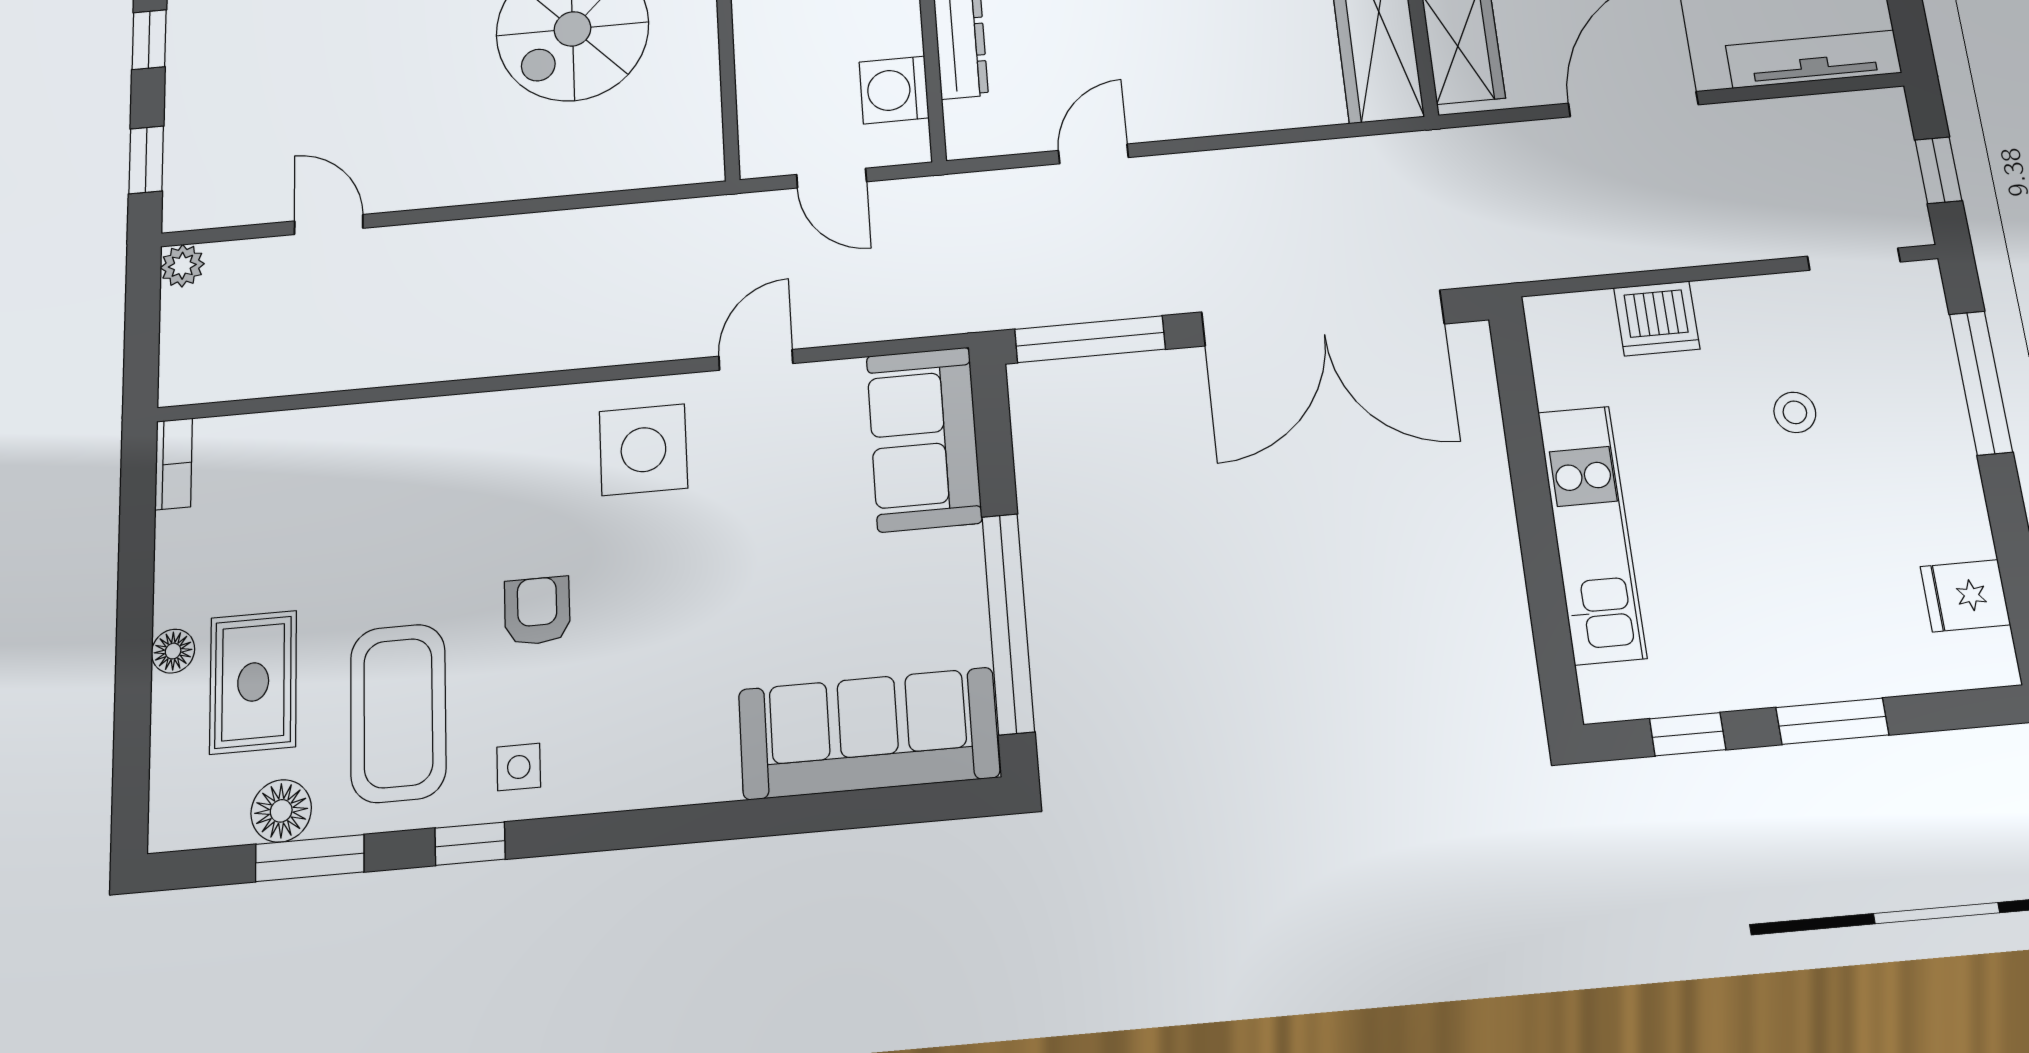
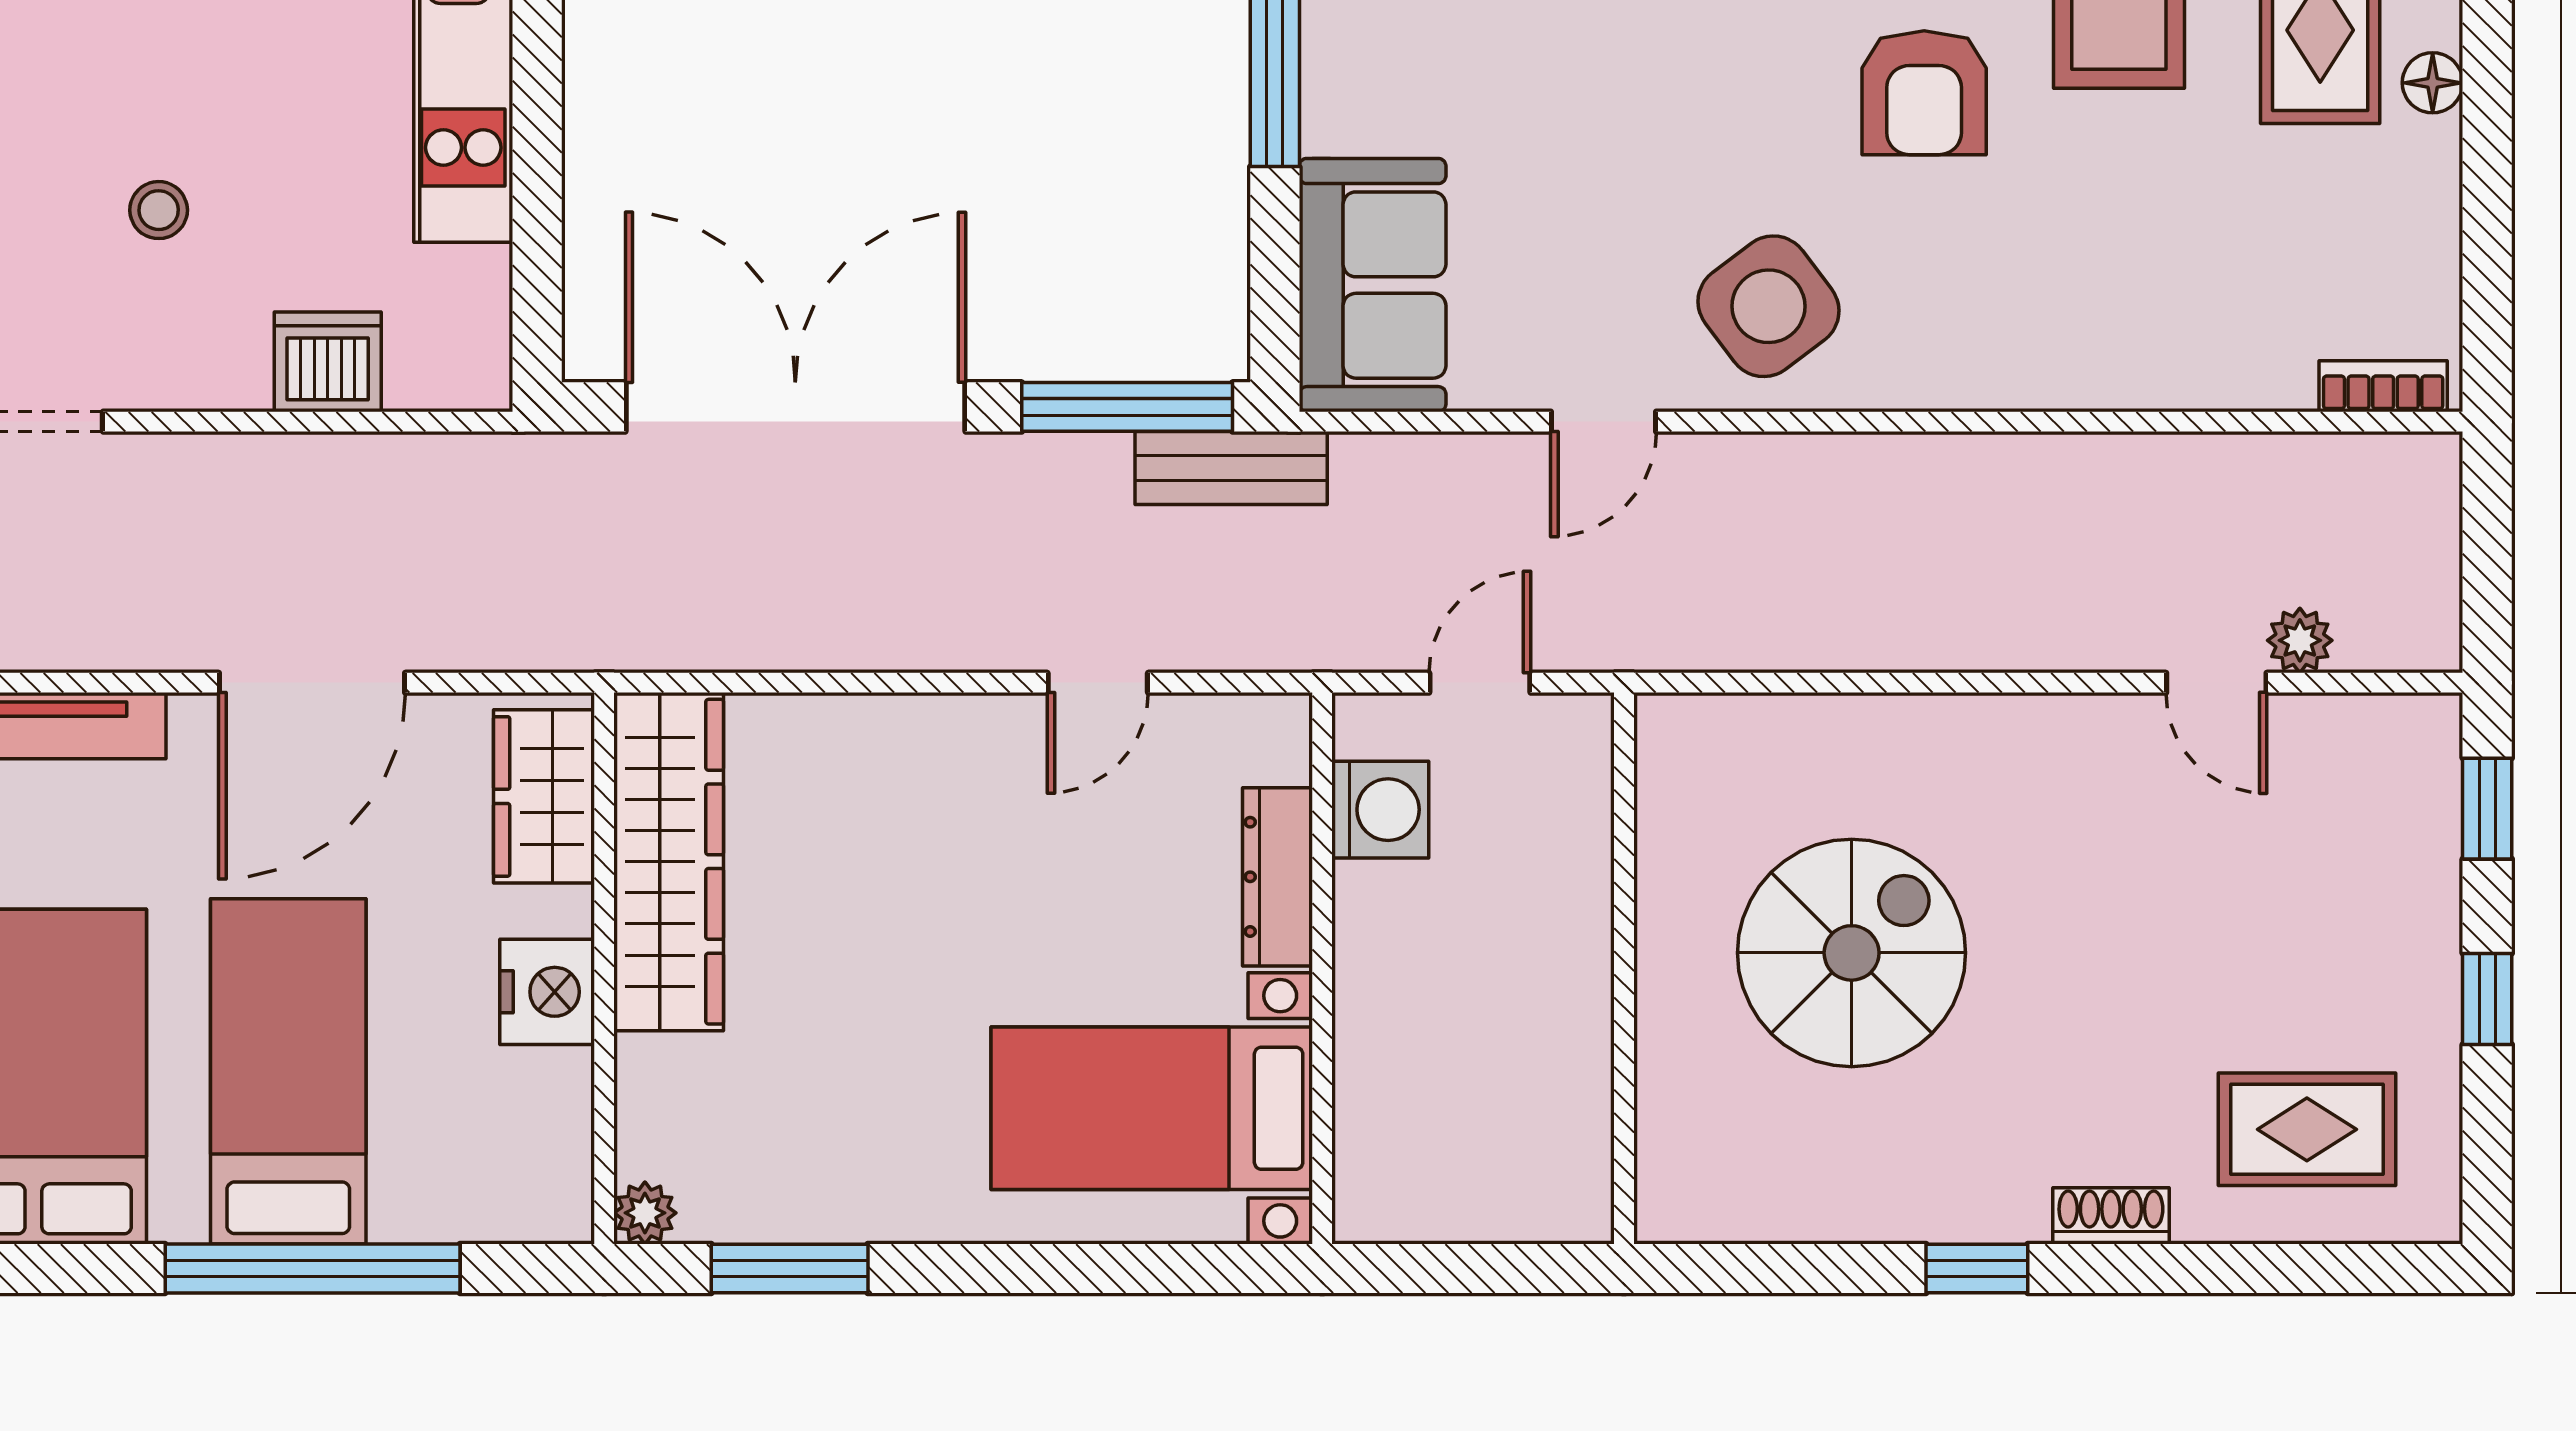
door: (832, 178) -> (1480, 683), hinge flipped
plant: (182, 266) -> (2300, 640), moved
bench: (1014, 305) -> (1231, 468), added
side table: (643, 450) -> (1768, 306), turned -37
bookcase: (174, 464) -> (2383, 386), moved, turned 90
armchair: (537, 611) -> (1924, 93), width x1.38, depth x1.38

